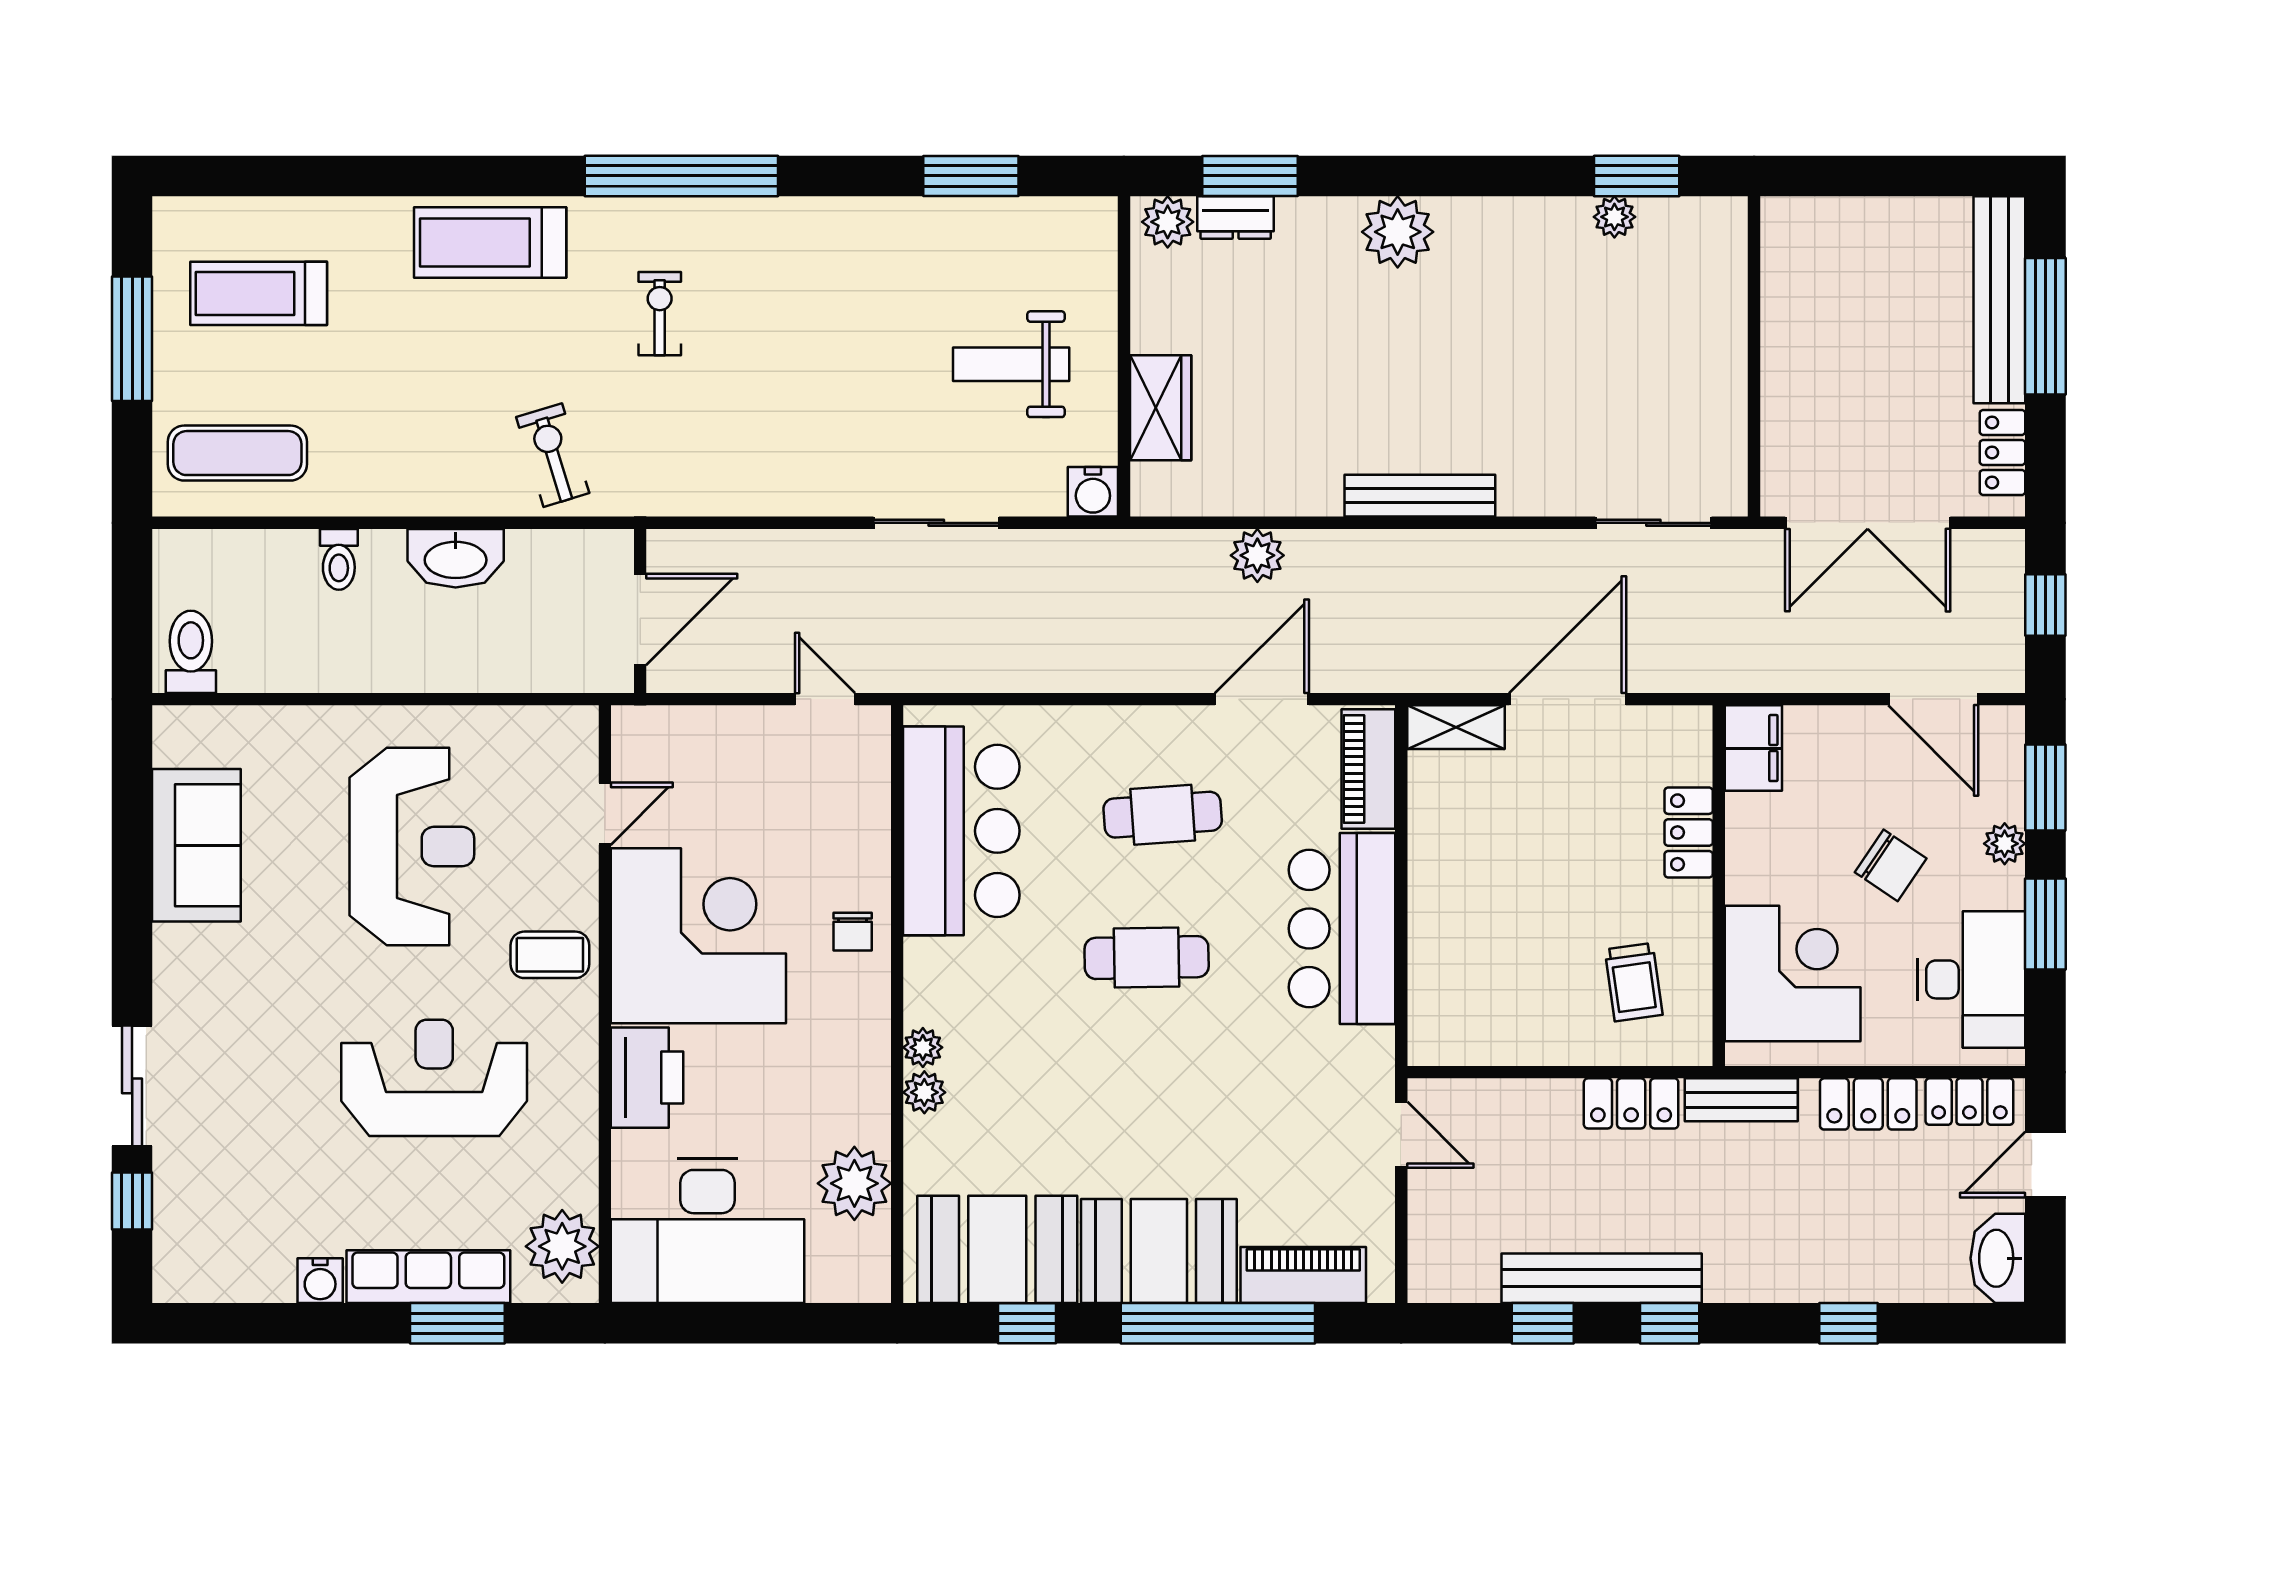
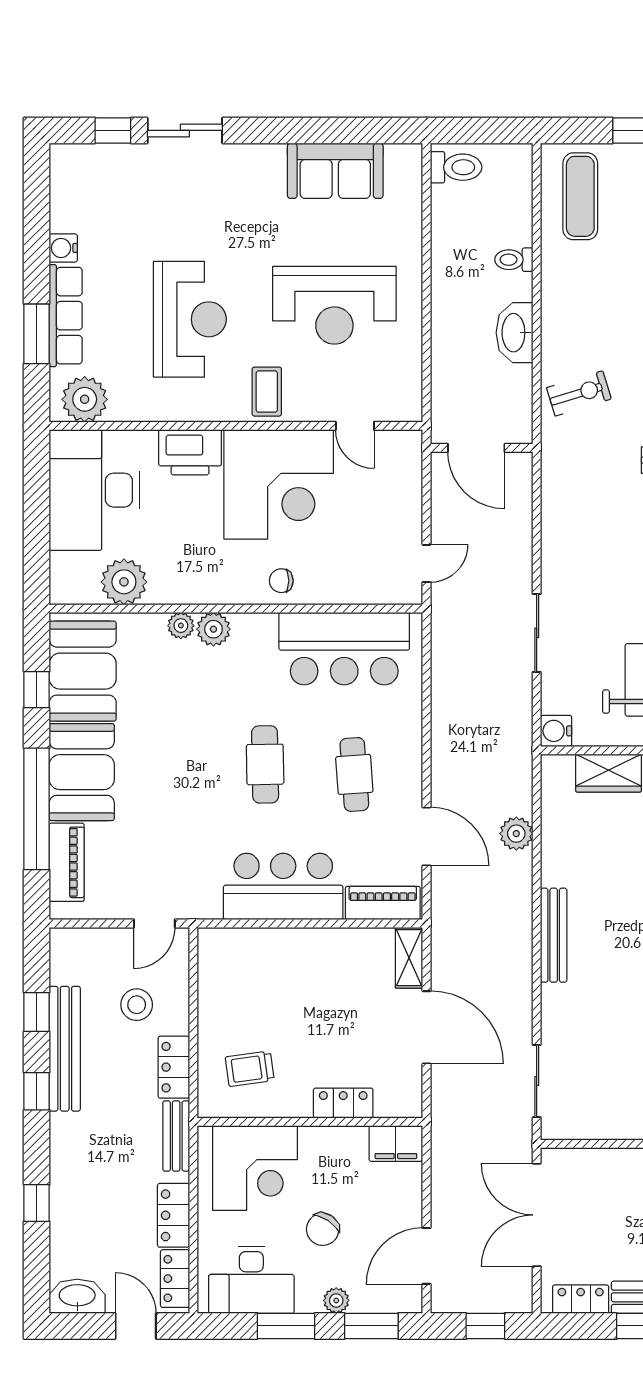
plant: (923, 1047) -> (213, 629), width x1.38, depth x1.38
stool: (1531, 1163) -> (137, 1005), added

